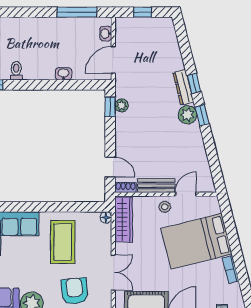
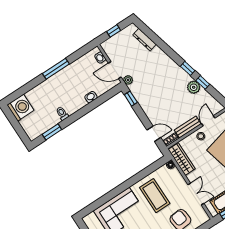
window: (77, 12) -> (56, 69), moved
door: (113, 60) -> (115, 70), hinge flipped
window: (194, 83) -> (203, 82), moved
dresser: (183, 88) -> (144, 40), moved
plant: (122, 105) -> (128, 80), moved
plant: (187, 115) -> (194, 87), moved

